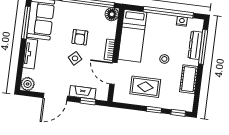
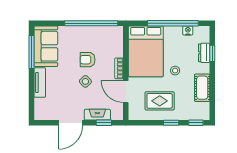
floor lamp: (112, 14) -> (117, 32), removed
bed: (132, 36) -> (146, 51), width x1.50
armchair: (80, 37) -> (88, 60), turned 90
dresser: (195, 45) -> (204, 53), width x0.70
window: (203, 47) -> (212, 53), width x0.46
plant: (28, 84) -> (41, 113), removed

